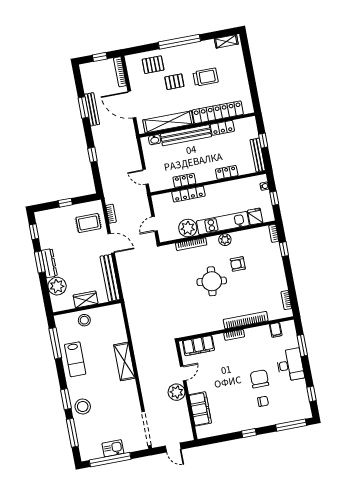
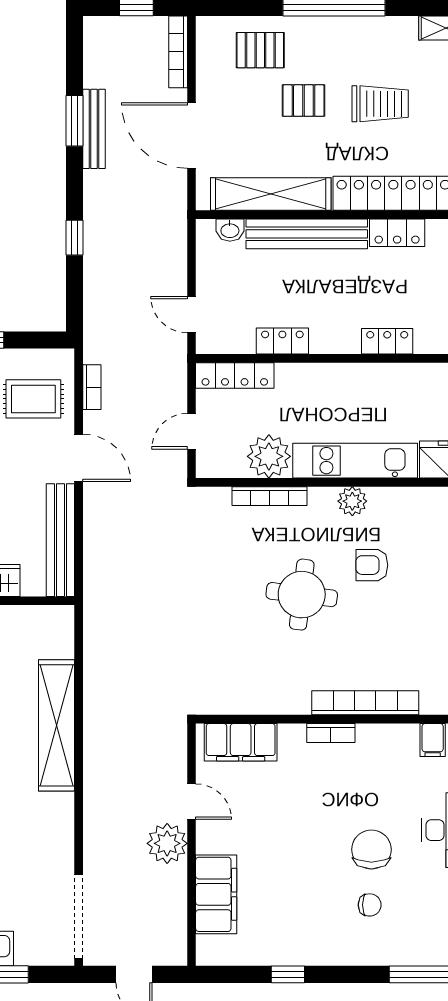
locker: (188, 194) -> (235, 375), moved
shelving: (124, 361) -> (57, 725), width x1.47
door: (183, 373) -> (191, 802), hinge flipped
window: (249, 433) -> (288, 974), moved

